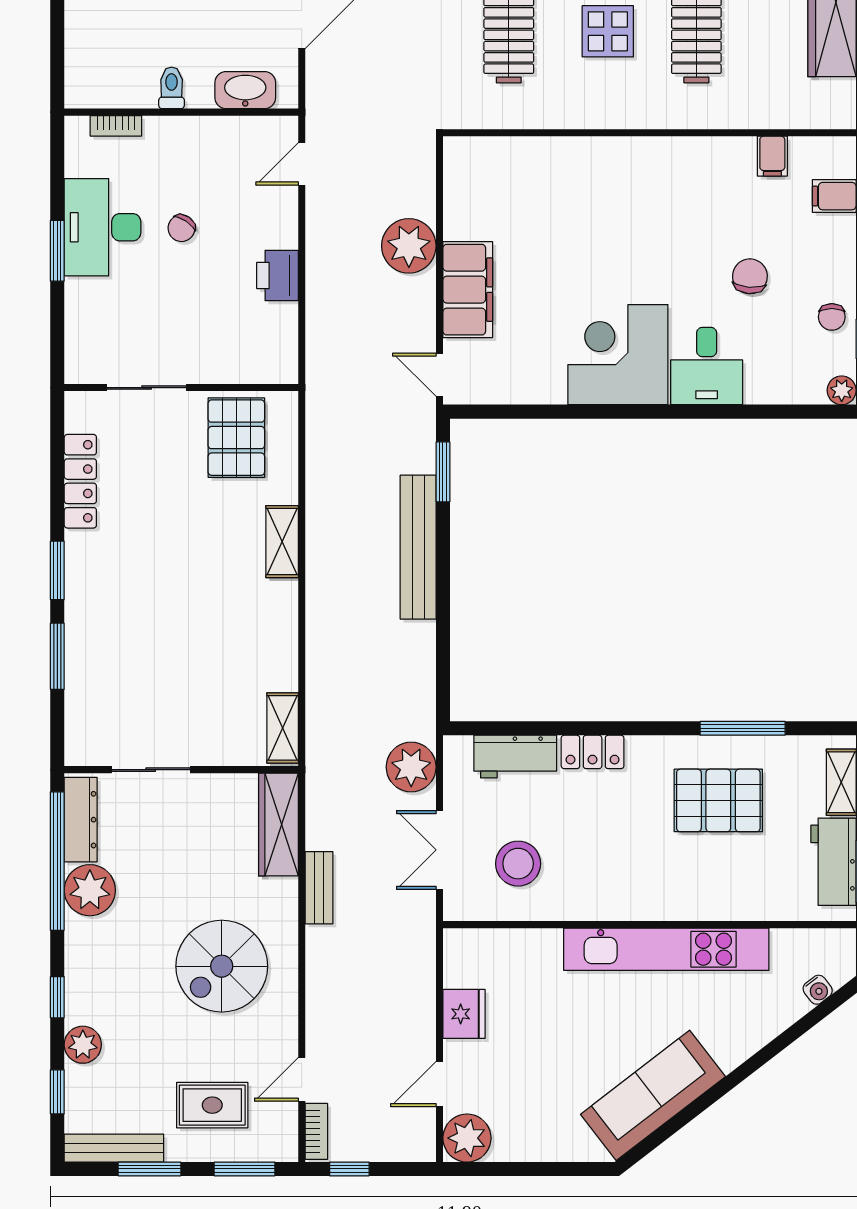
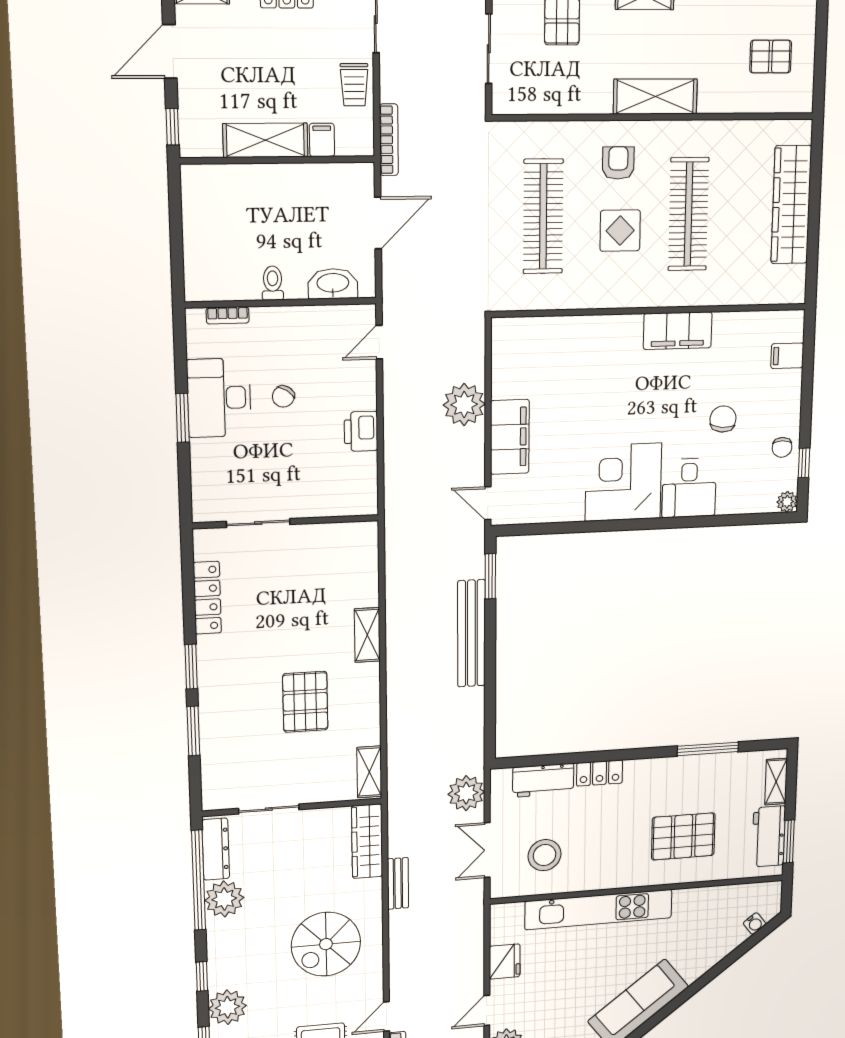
filing cabinet: (772, 156) -> (678, 331), moved, width x3.00, depth x1.17
pallet: (236, 438) -> (305, 702), moved
pallet: (718, 800) -> (683, 836), moved
kitchen unit: (666, 949) -> (599, 910), moved
plant: (83, 1045) -> (227, 1007), width x1.36, depth x1.36

